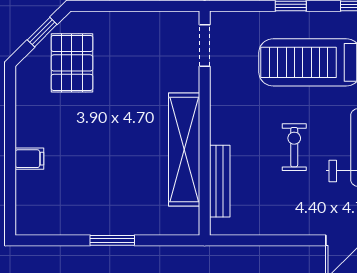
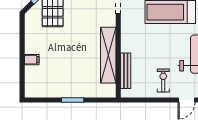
exercise bike: (294, 147) -> (163, 81), moved

